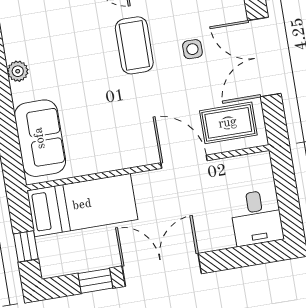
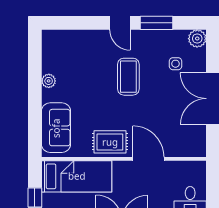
side table: (192, 49) -> (176, 64), moved
rug: (228, 123) -> (110, 142), moved

